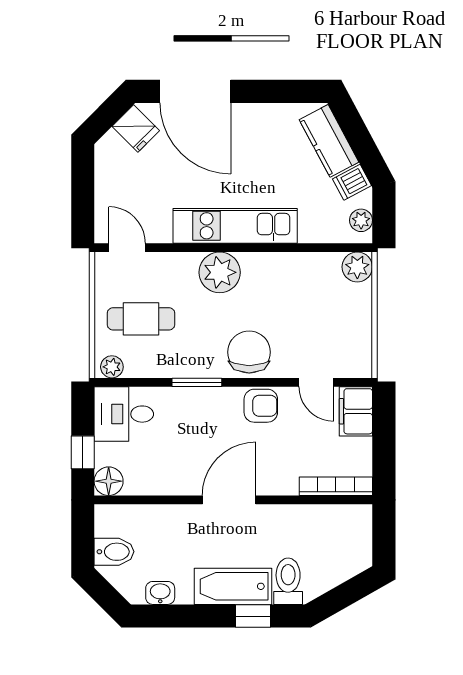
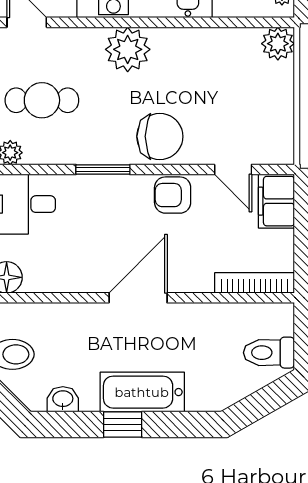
chair: (249, 352) -> (160, 136), turned 90
armchair: (261, 406) -> (173, 195), turned 180
toilet: (288, 581) -> (269, 353), moved, turned -90
window: (253, 616) -> (123, 424), moved

